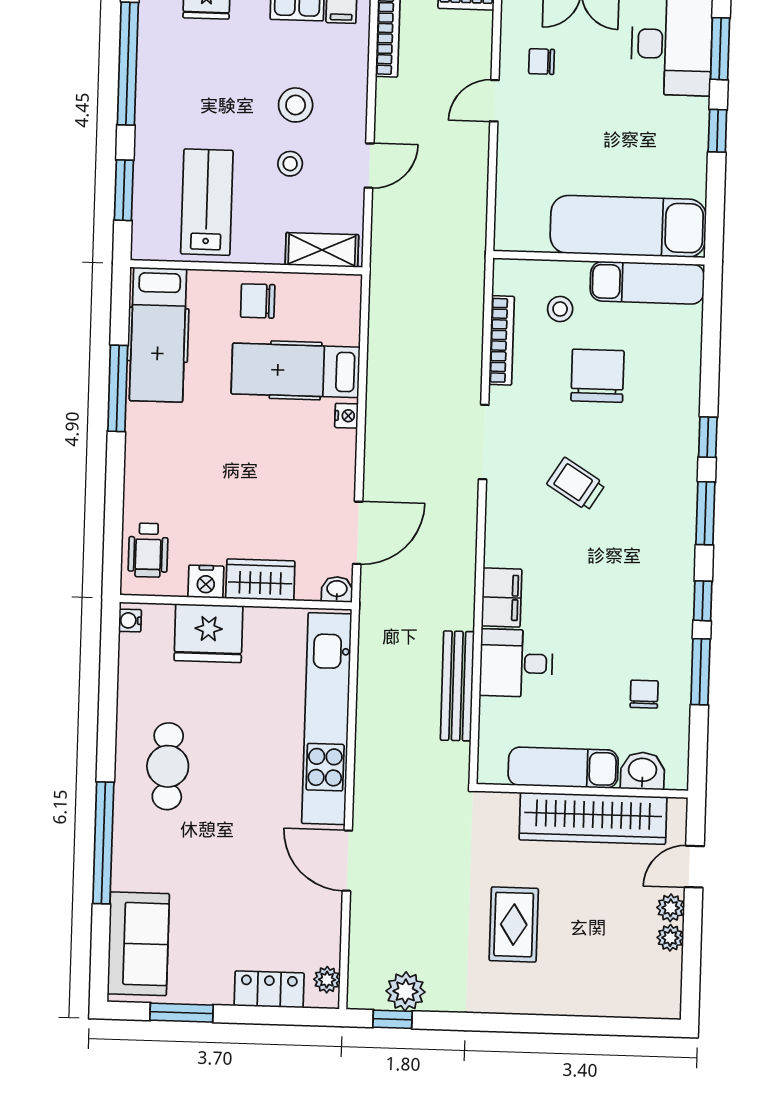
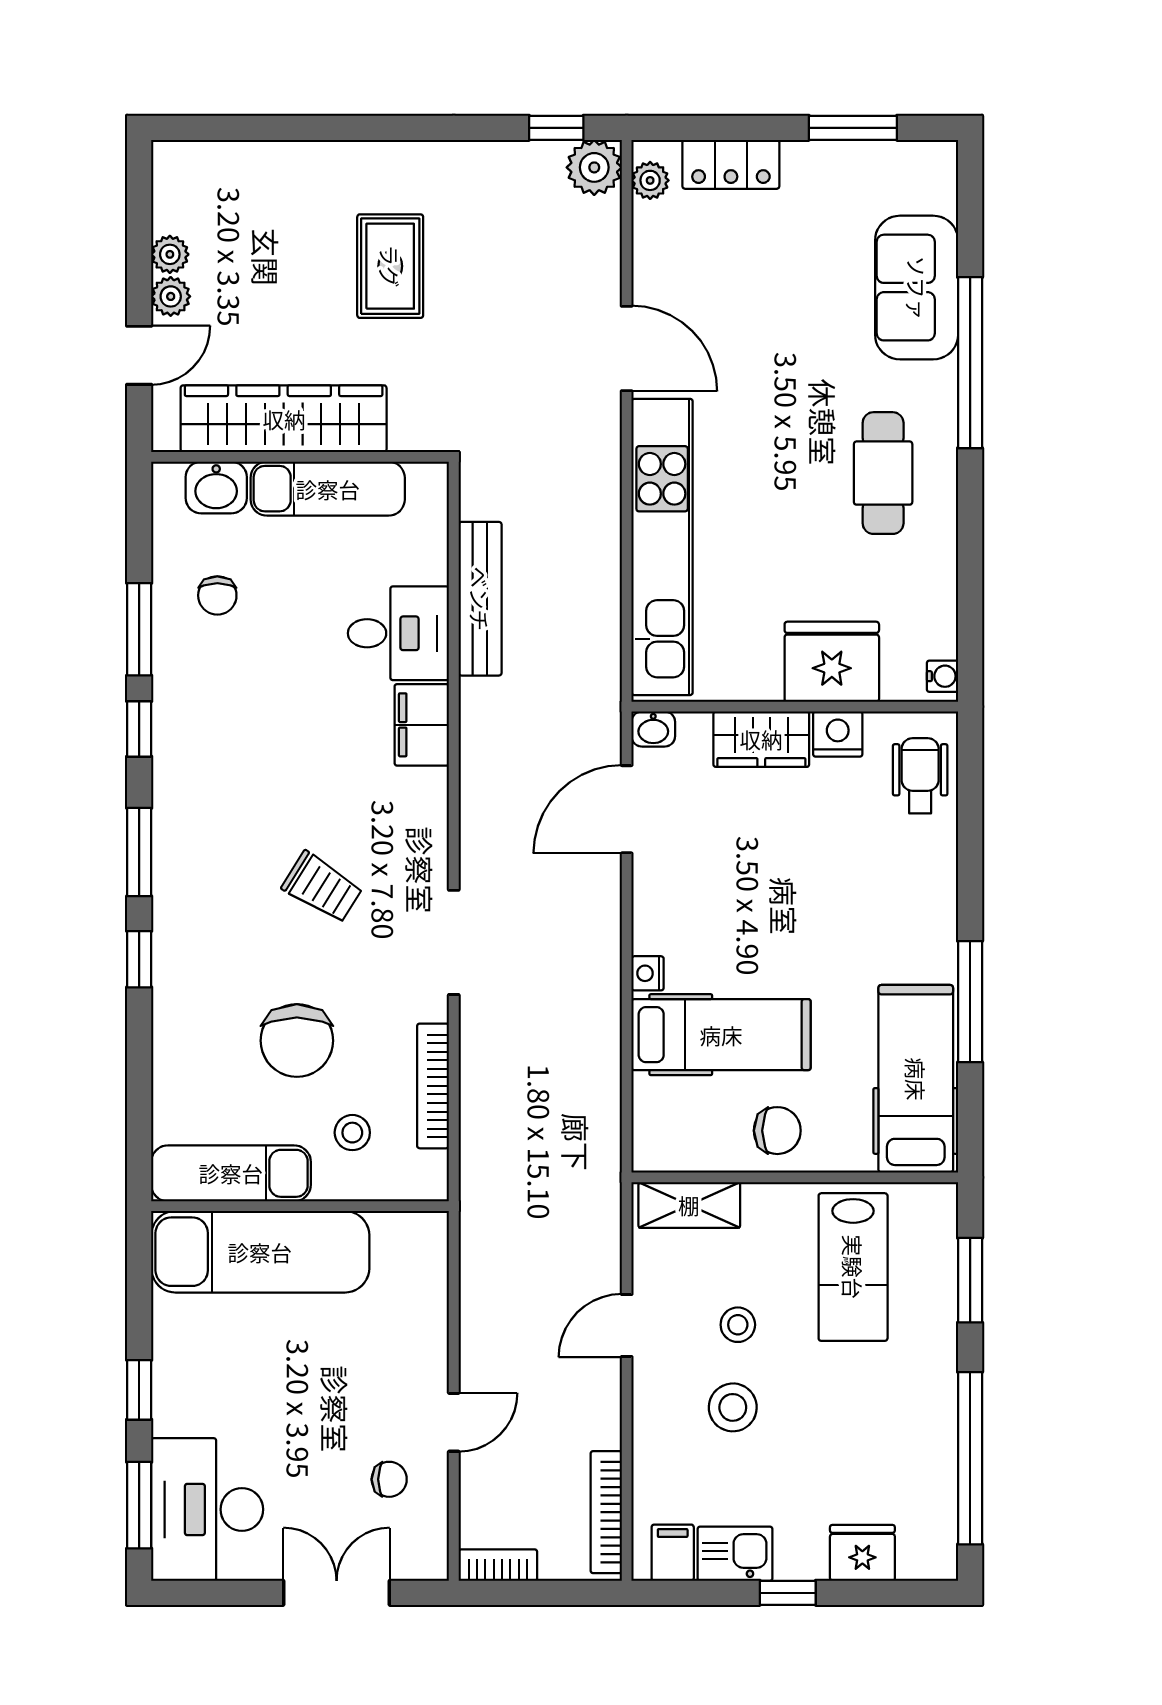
sofa: (138, 944) -> (917, 288), moved
plant: (406, 991) -> (594, 167), moved

